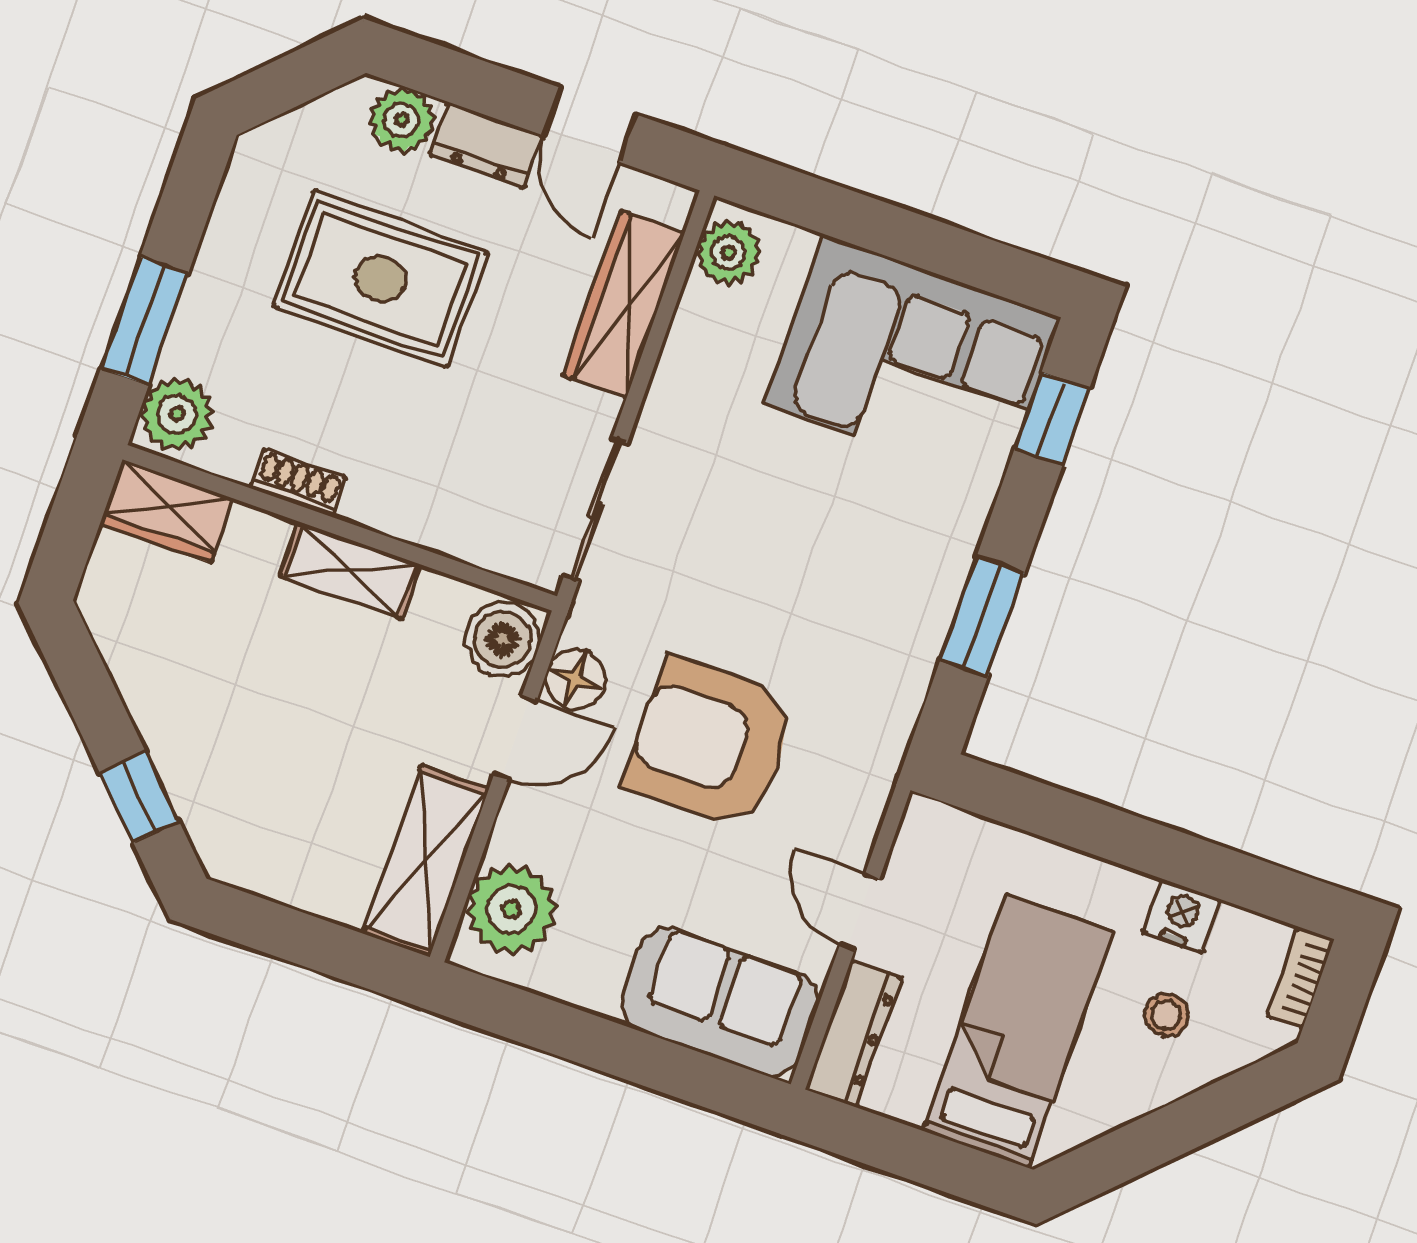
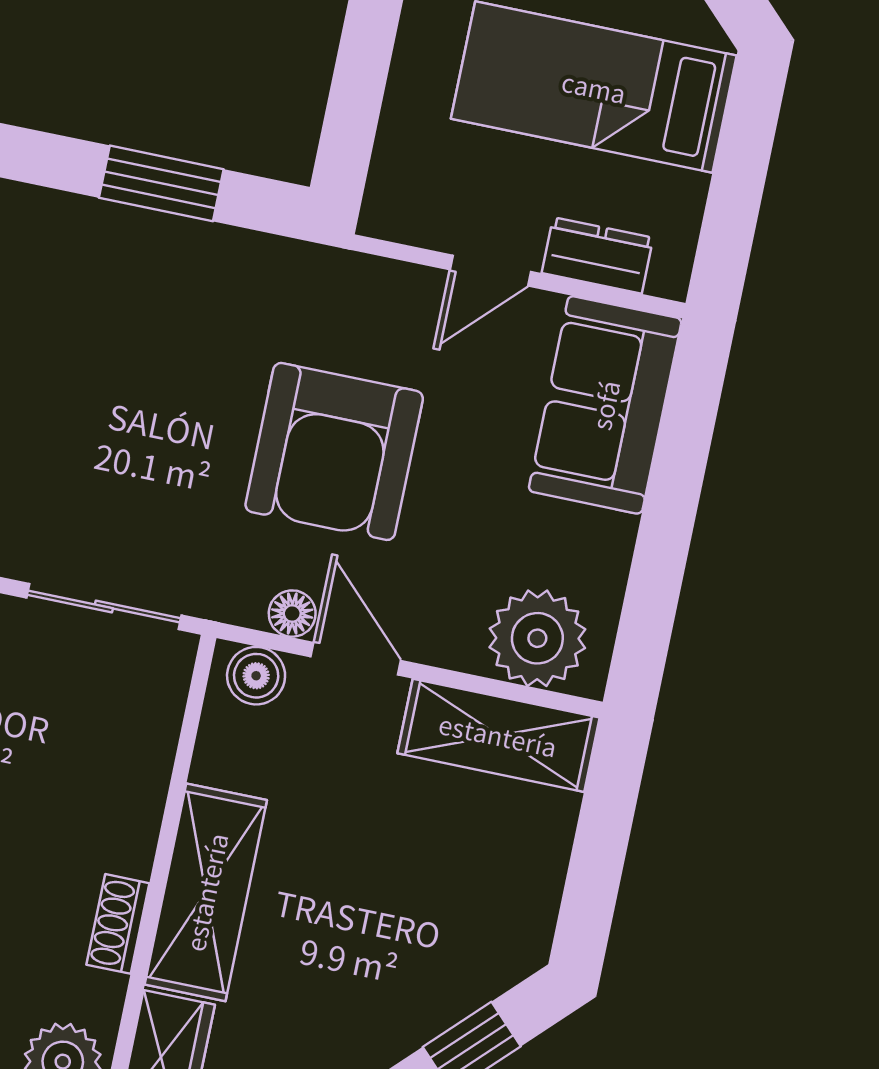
shelving: (350, 570) -> (206, 892), width x1.50, depth x1.33
boiler: (503, 639) -> (256, 676), width x0.73, depth x0.73
floor lamp: (576, 679) -> (292, 614), width x0.73, depth x0.73
dresser: (853, 1033) -> (597, 255), width x0.70

